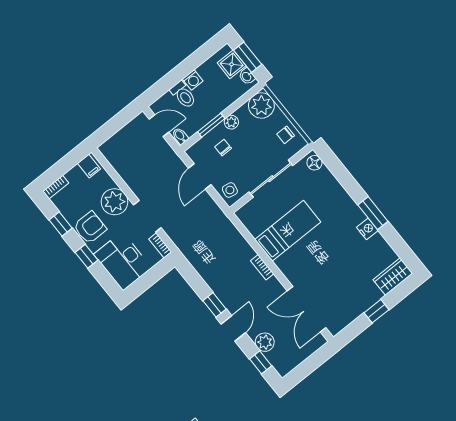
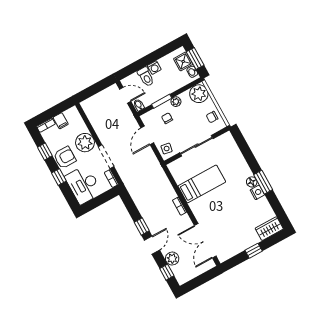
floor lamp: (314, 163) -> (252, 182), moved
filing cabinet: (89, 166) -> (61, 121), moved

